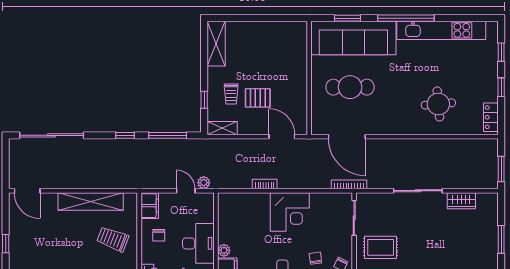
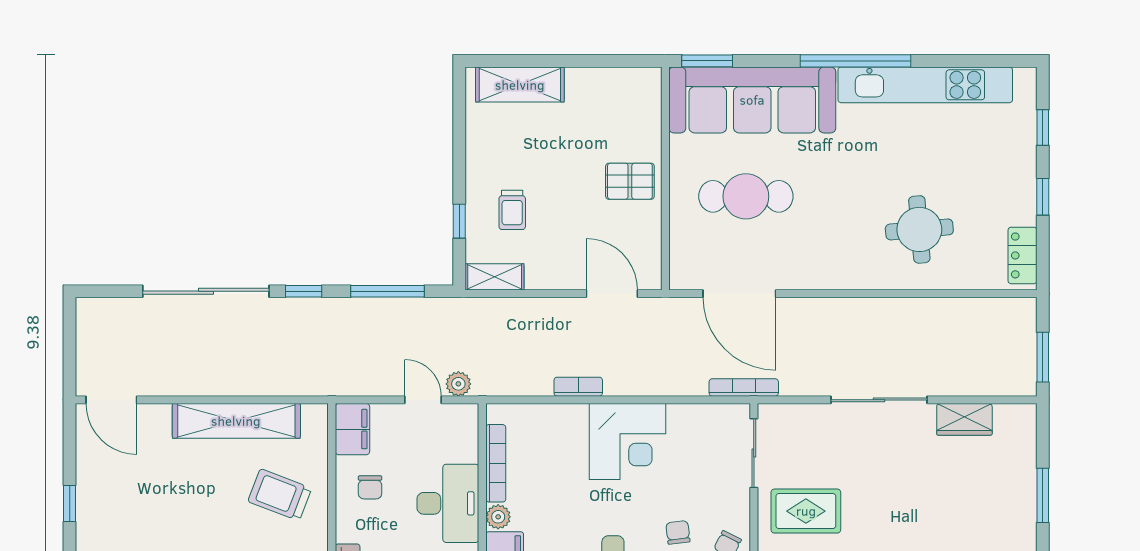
window: (348, 18) -> (707, 61), moved
shelving: (216, 44) -> (520, 85), moved, turned 90
pallet: (258, 98) -> (630, 181), moved
sliding door: (52, 135) -> (206, 291), moved
bookcase: (223, 223) -> (496, 463), added

